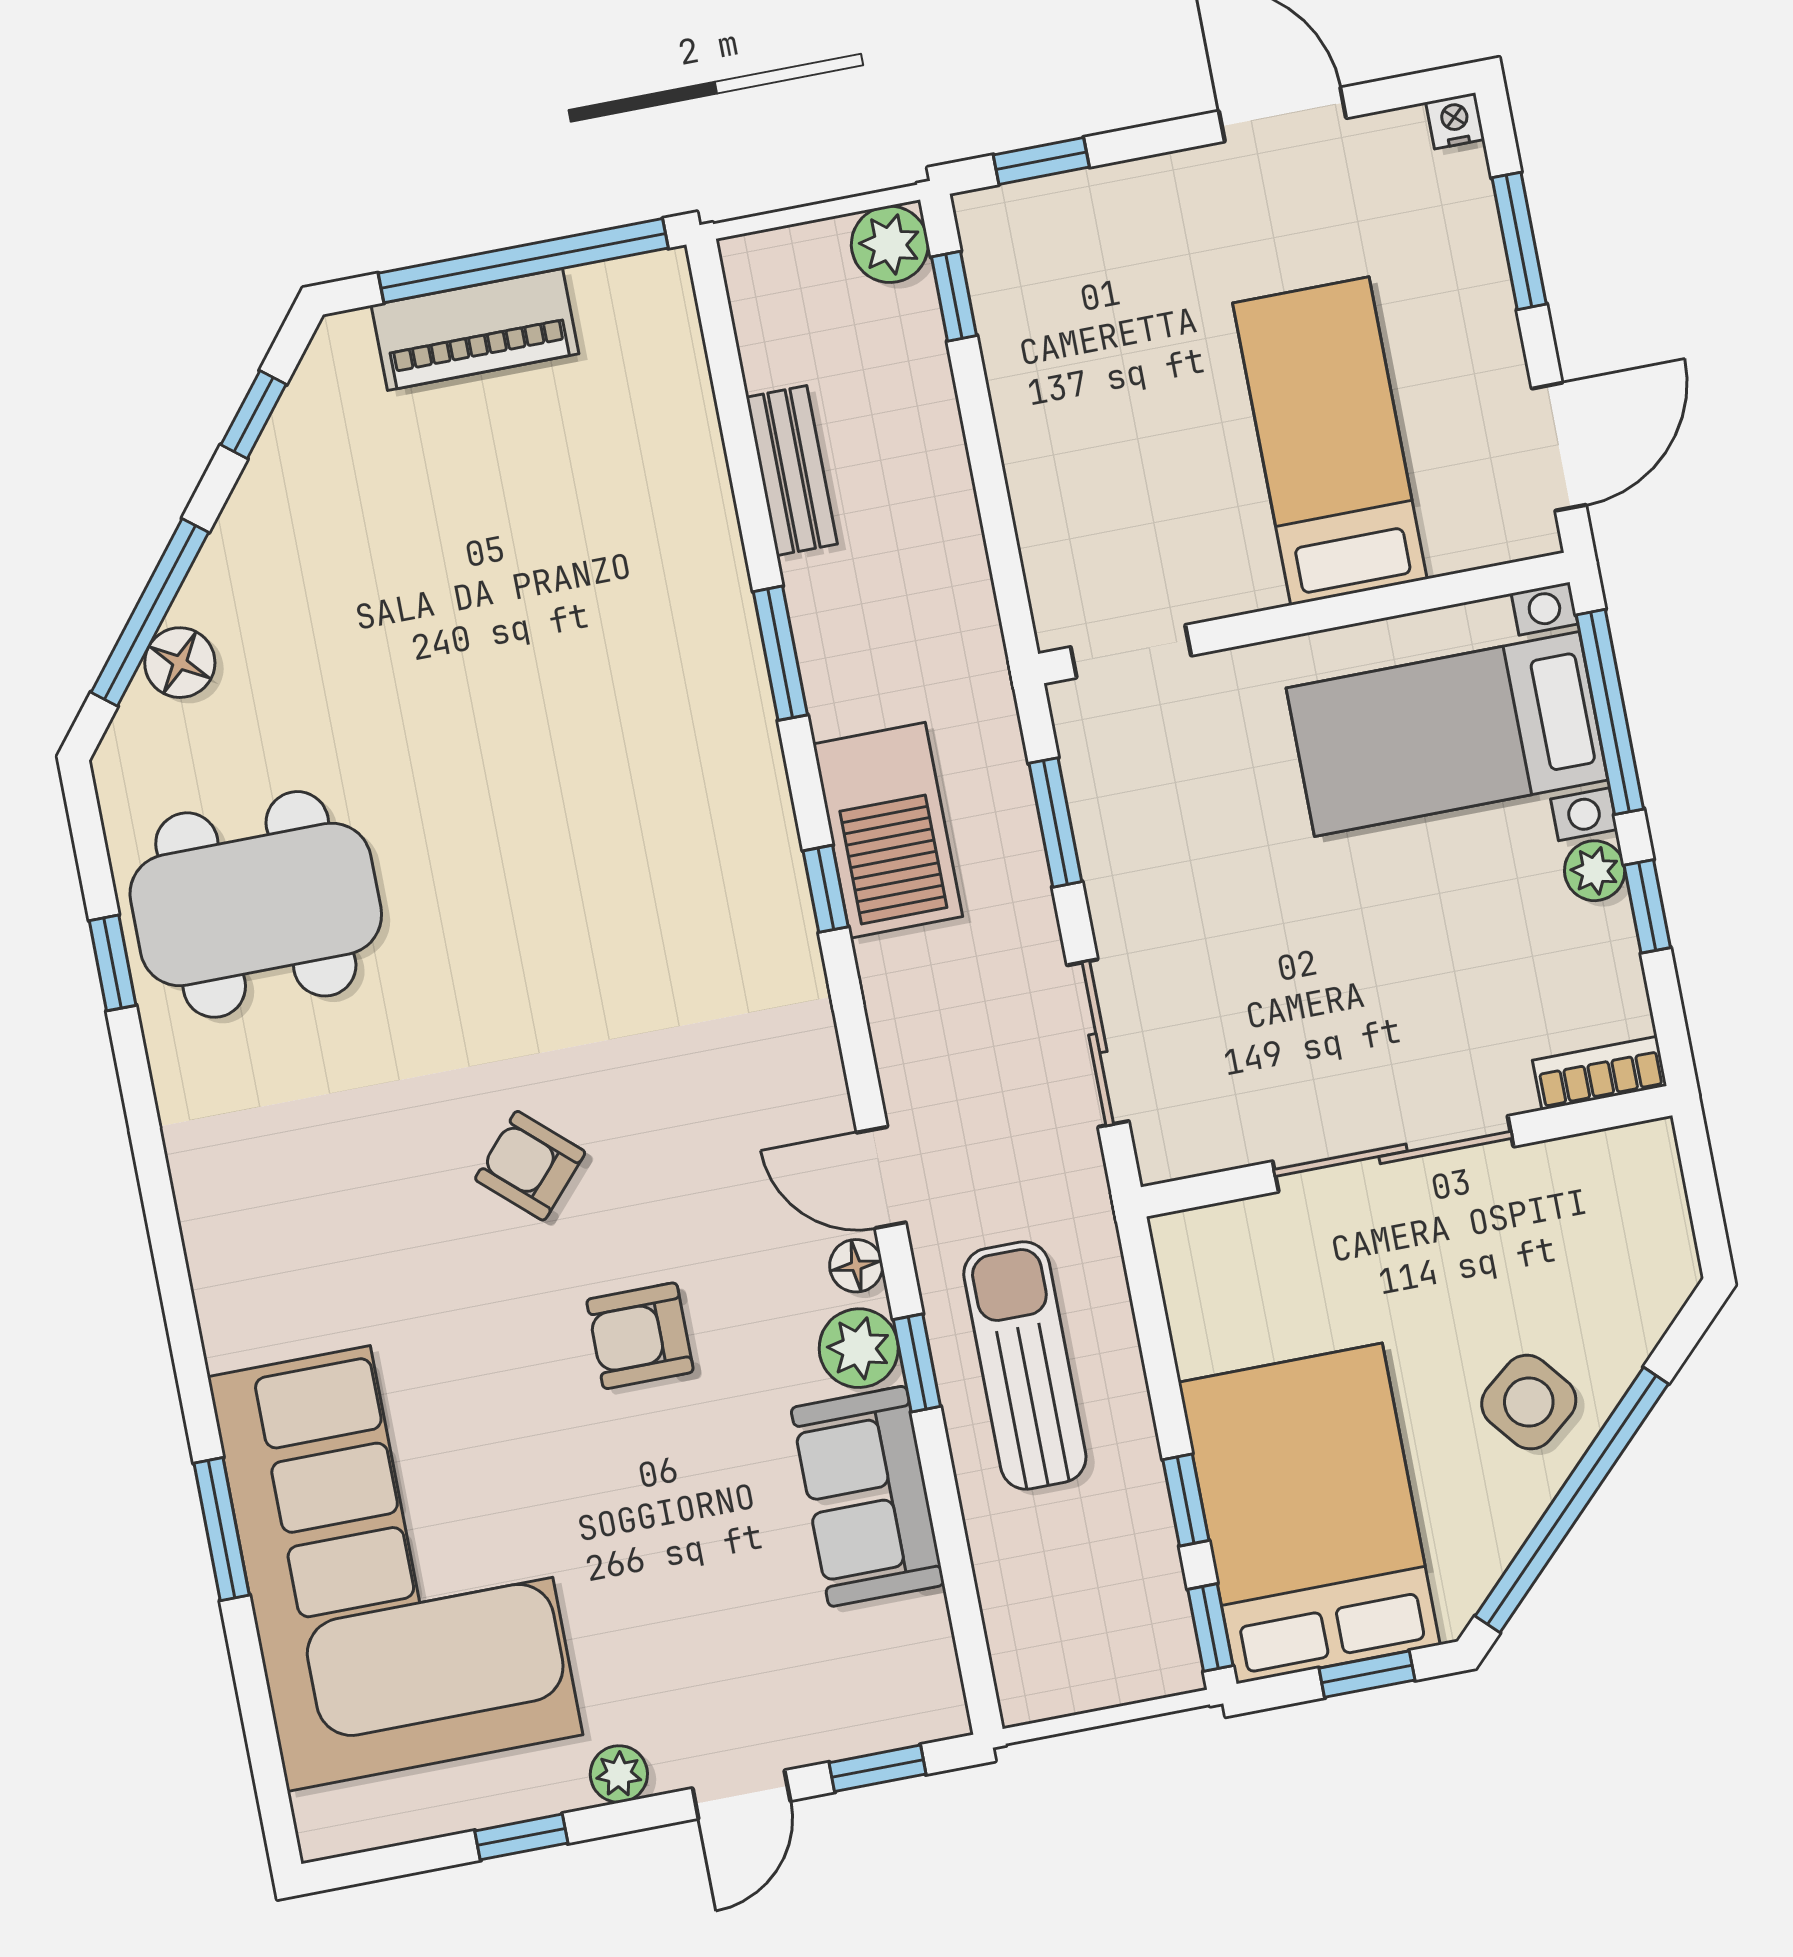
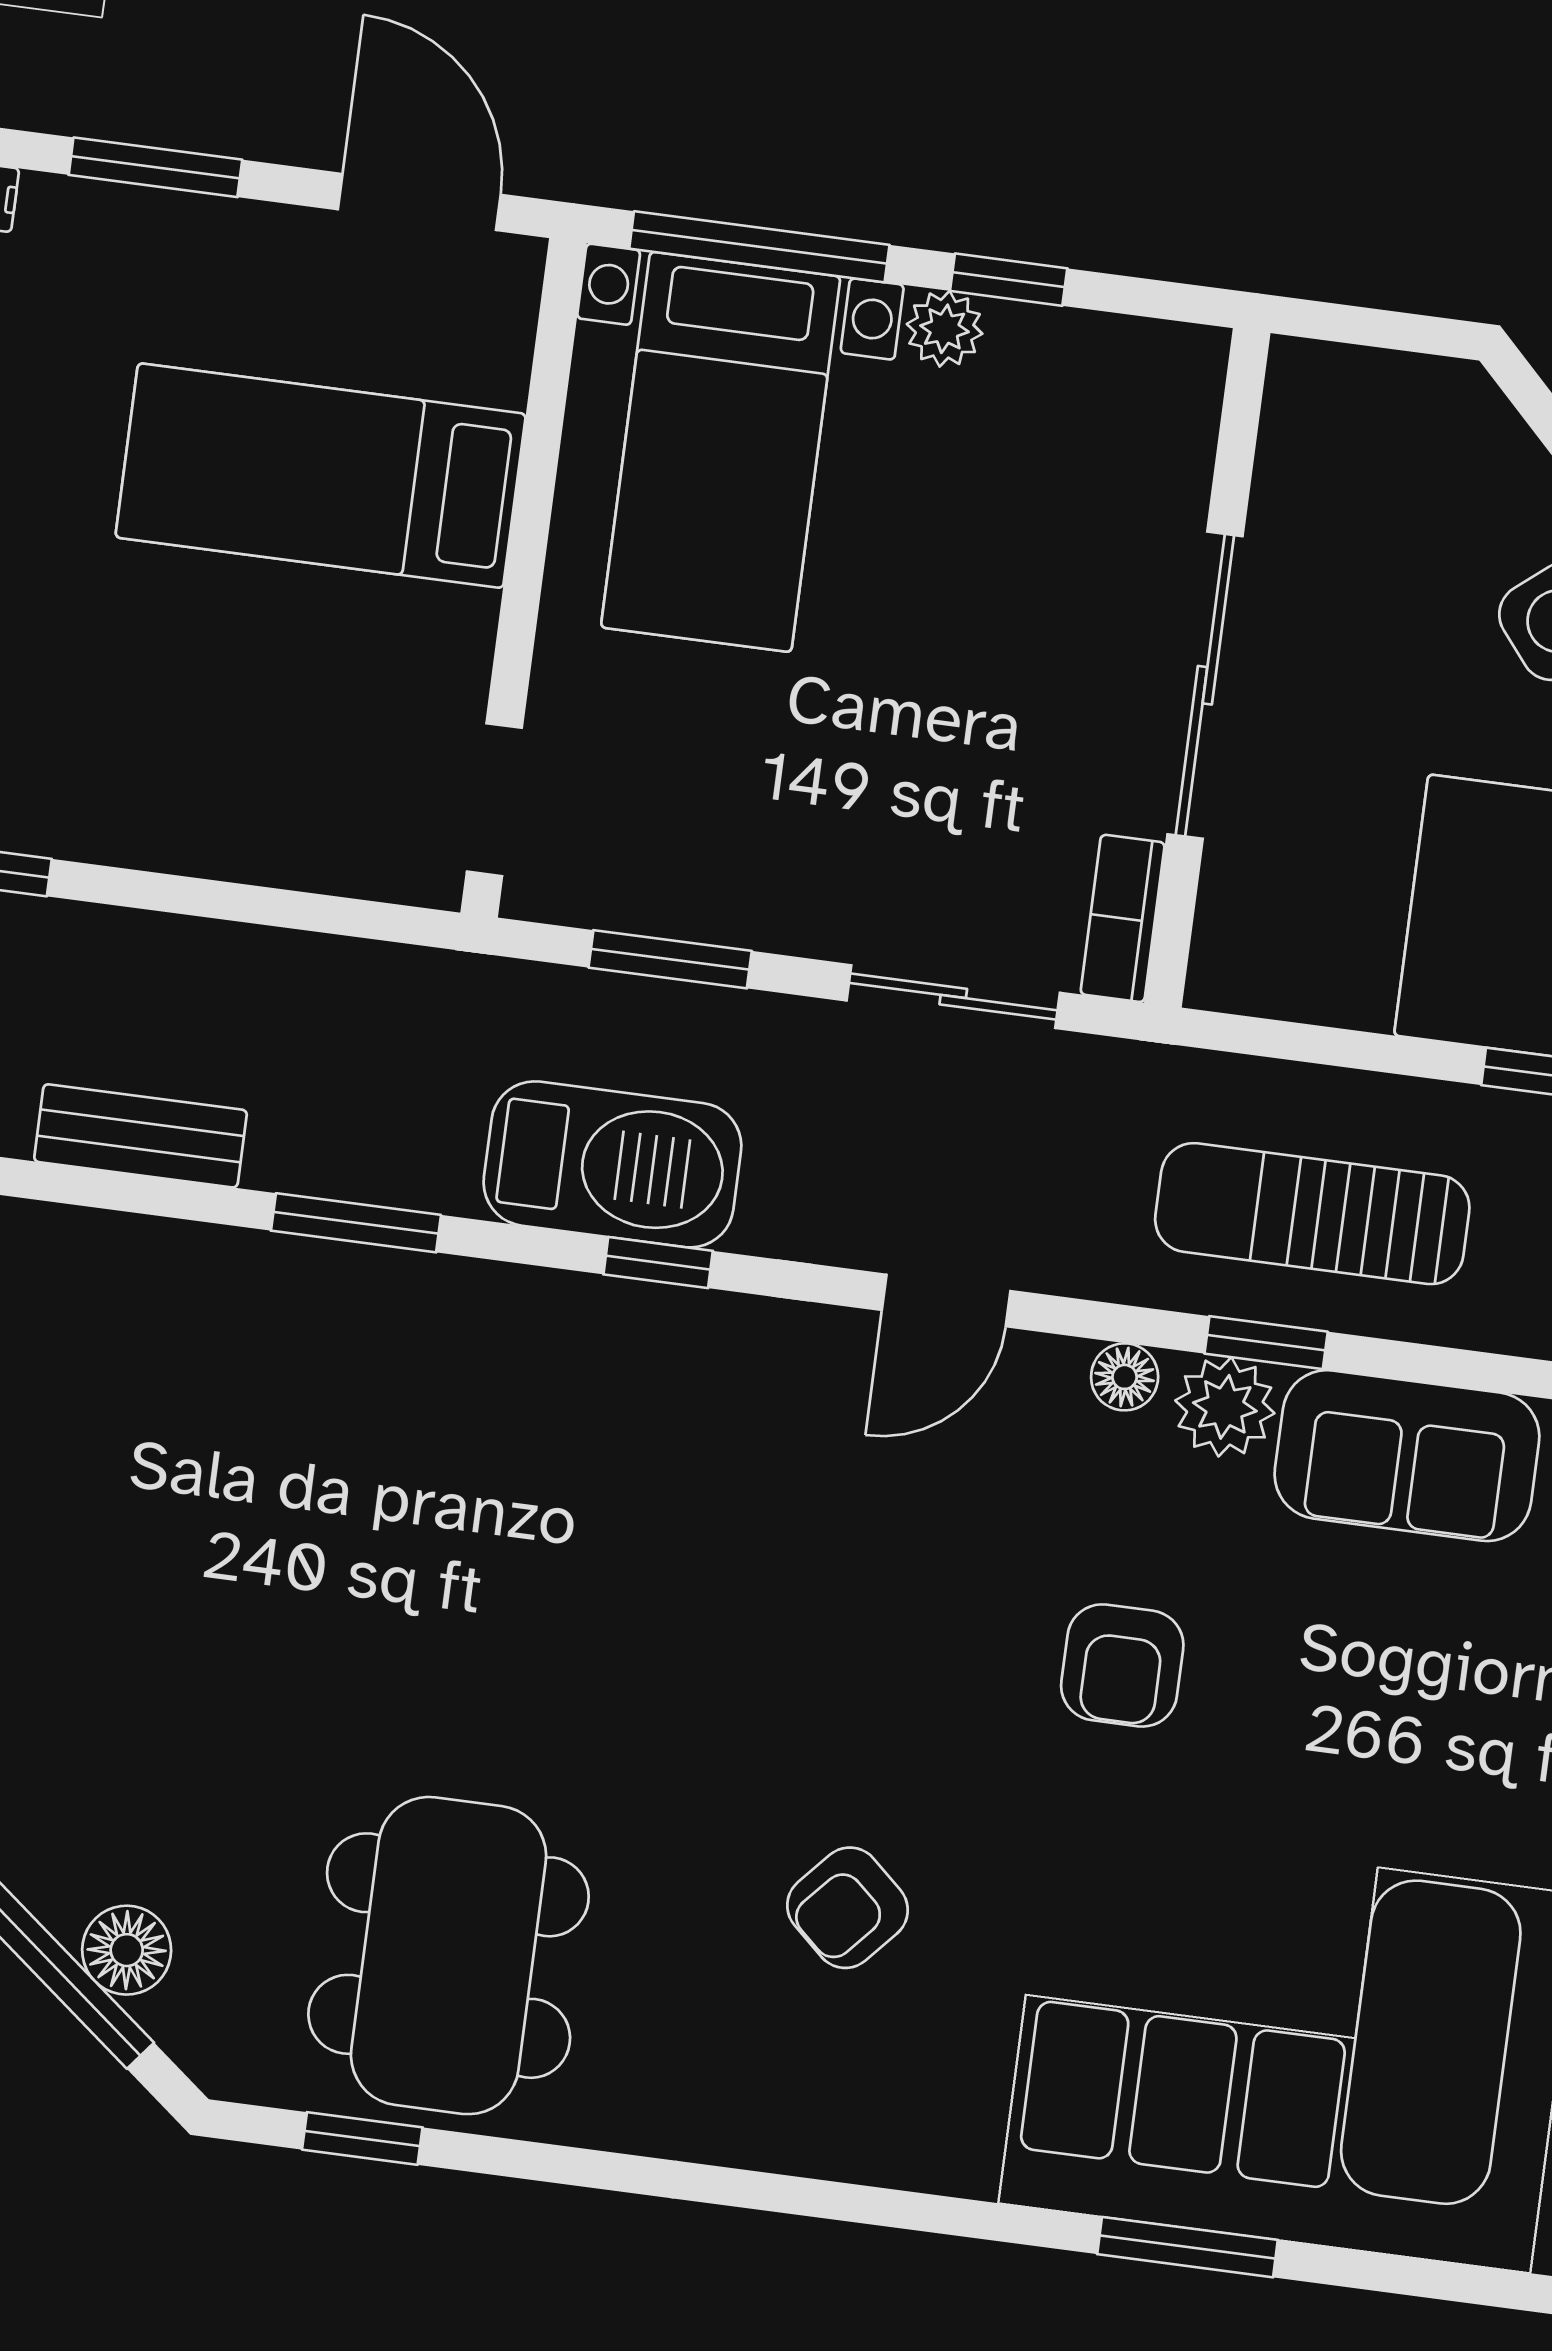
window: (113, 963) -> (362, 2138), moved
bookcase: (1600, 1073) -> (1123, 918), moved
armchair: (530, 1166) -> (848, 1908), moved
door: (881, 1177) -> (946, 1301), moved

